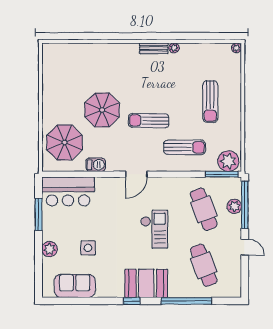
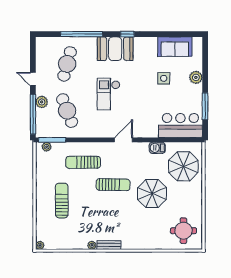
round table: (64, 65) -> (184, 231), added
plant: (228, 161) -> (47, 147), width x0.53, depth x0.53
plant: (234, 206) -> (42, 102), moved
cafe table: (204, 265) -> (67, 64), turned 36

